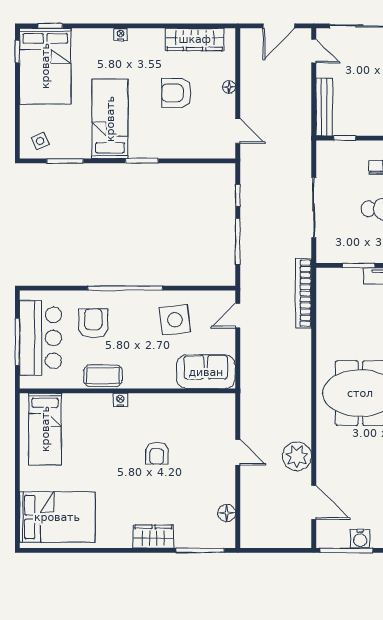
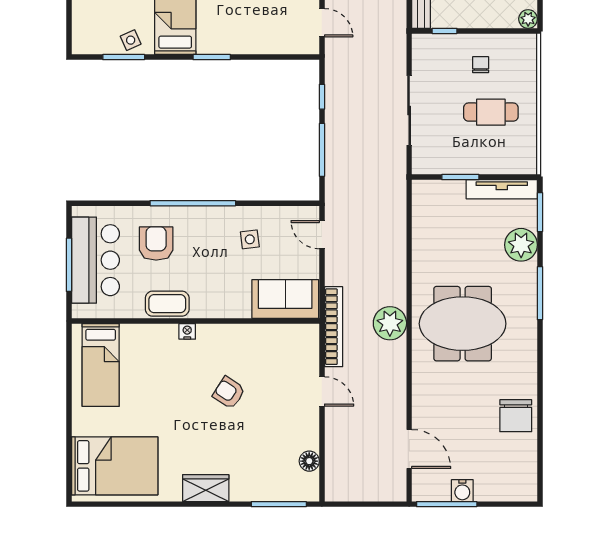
side table: (40, 141) -> (131, 40), moved
bookcase: (304, 293) -> (334, 327), moved, turned 180
door: (238, 316) -> (322, 235), hinge flipped
side table: (175, 320) -> (250, 239), width x0.54, depth x0.54
armchair: (157, 453) -> (229, 393), turned 123
plant: (297, 456) -> (390, 323), moved
wardrobe: (153, 536) -> (206, 488), moved

